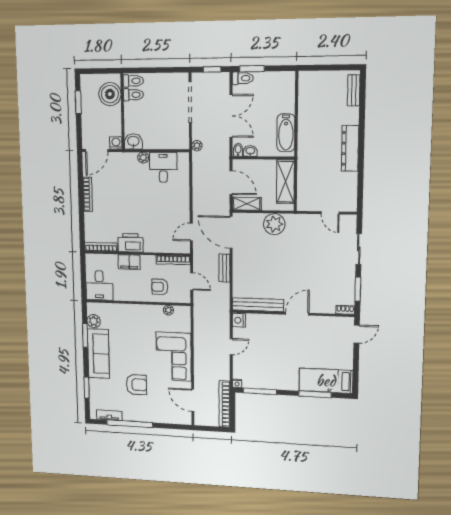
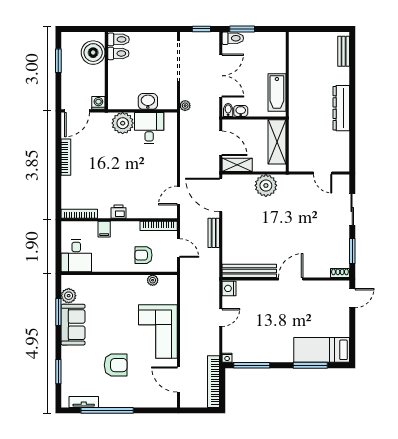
washbasin: (133, 142) -> (148, 101), moved
plant: (143, 158) -> (123, 123), width x1.88, depth x1.88
printer: (131, 243) -> (119, 212), width x0.53, depth x0.68
filing cabinet: (129, 262) -> (104, 229), width x0.50
sofa: (98, 354) -> (73, 325), width x0.73

